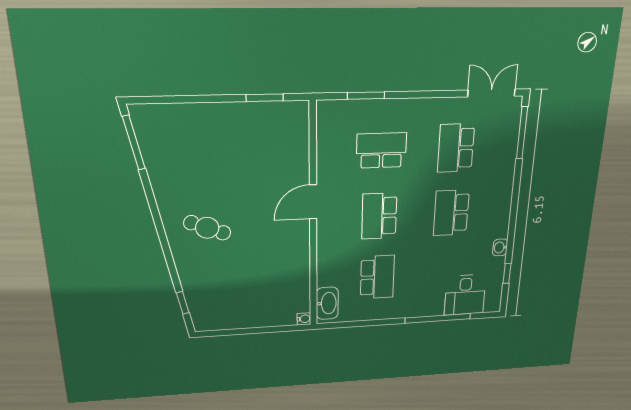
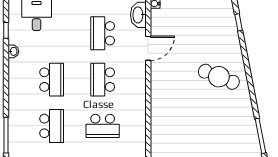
door: (313, 202) -> (148, 48), moved
school desk: (379, 216) -> (103, 80), turned 180
cafe table: (207, 228) -> (219, 77), width x1.37, depth x1.35

